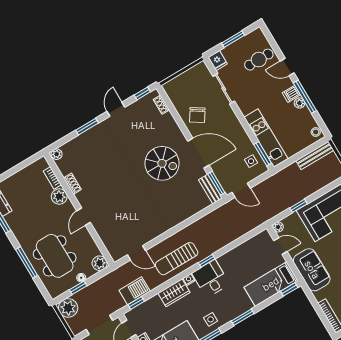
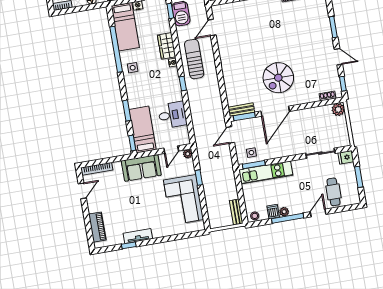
plant: (171, 88) -> (338, 109), added
dishwasher: (291, 94) -> (273, 212), moved
chair: (197, 115) -> (307, 123), removed
bench: (315, 155) -> (236, 212), width x0.73
desk: (211, 279) -> (172, 115), moved
window: (243, 317) -> (127, 111), moved

